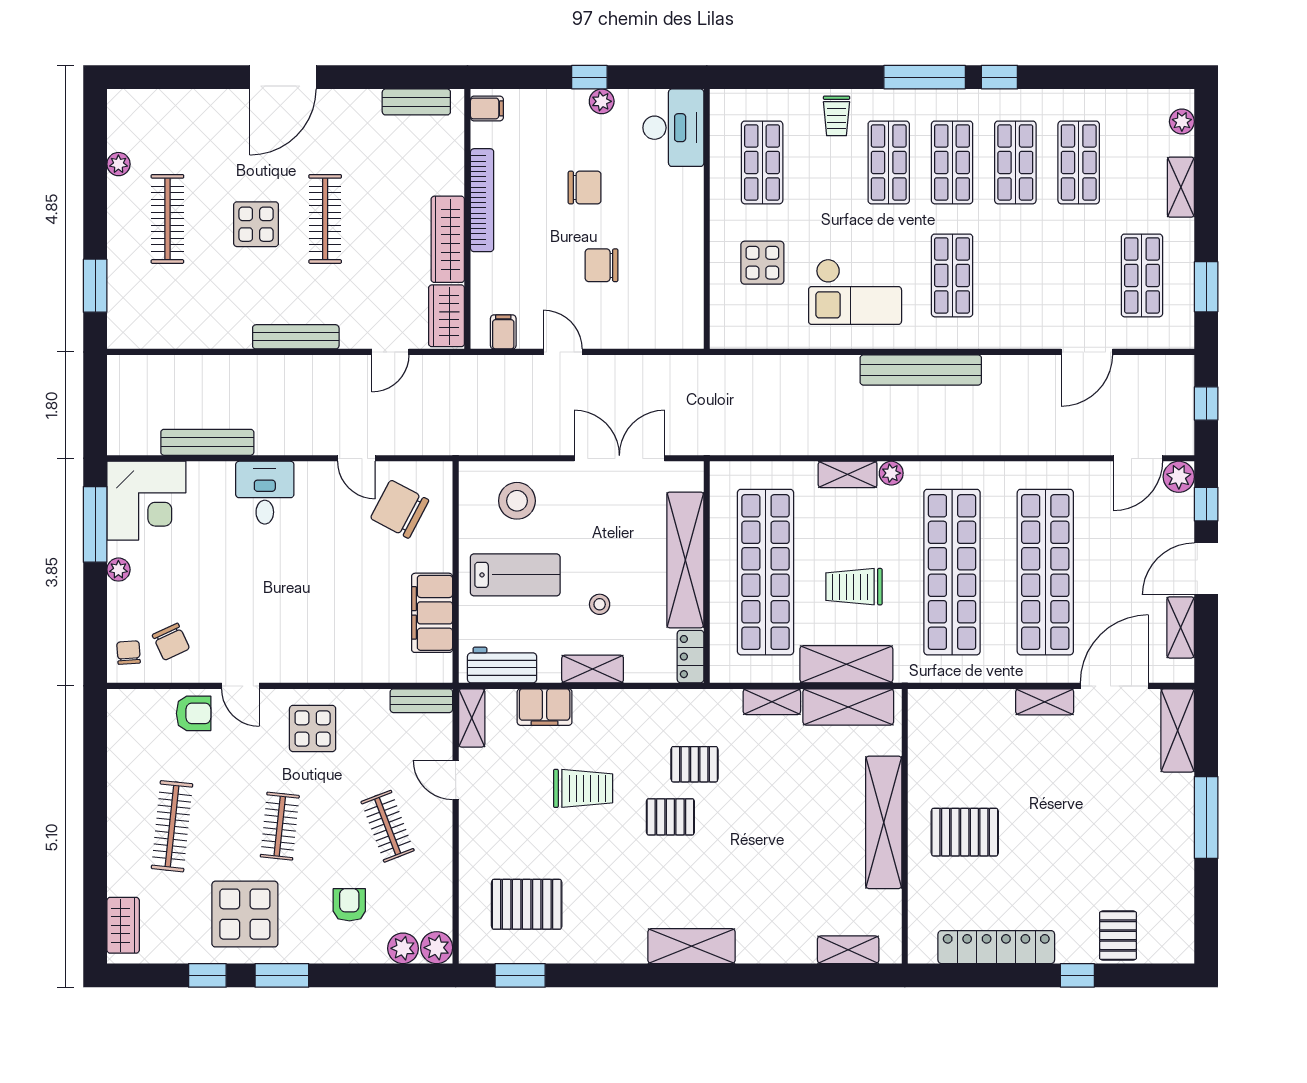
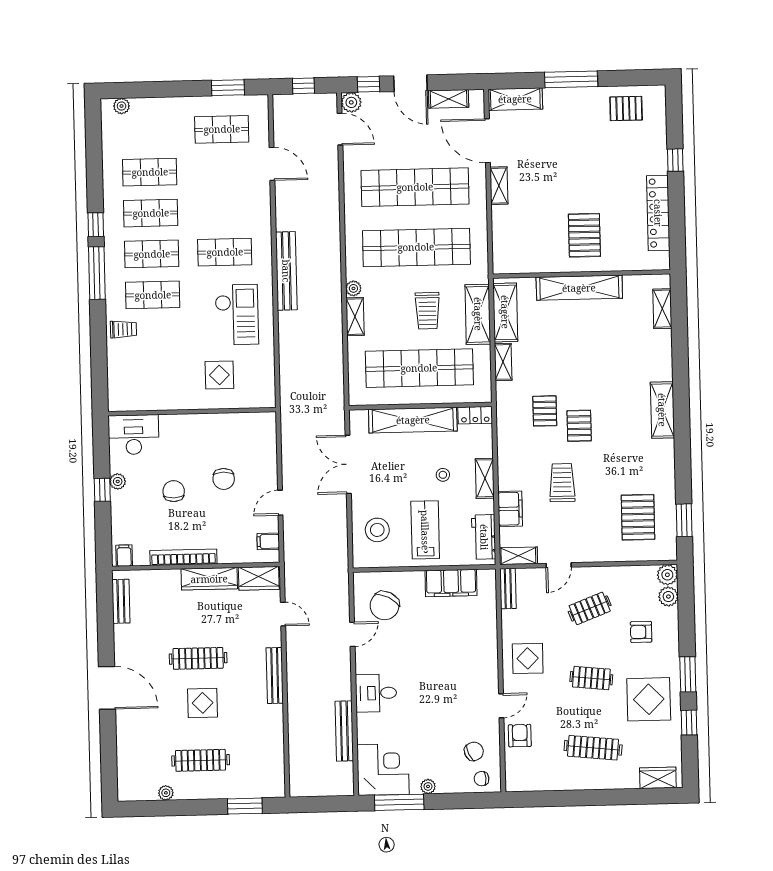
shop shelf: (762, 162) -> (155, 377), removed
shelving: (1181, 187) -> (164, 106), removed
pallet: (1118, 936) -> (626, 108), moved

